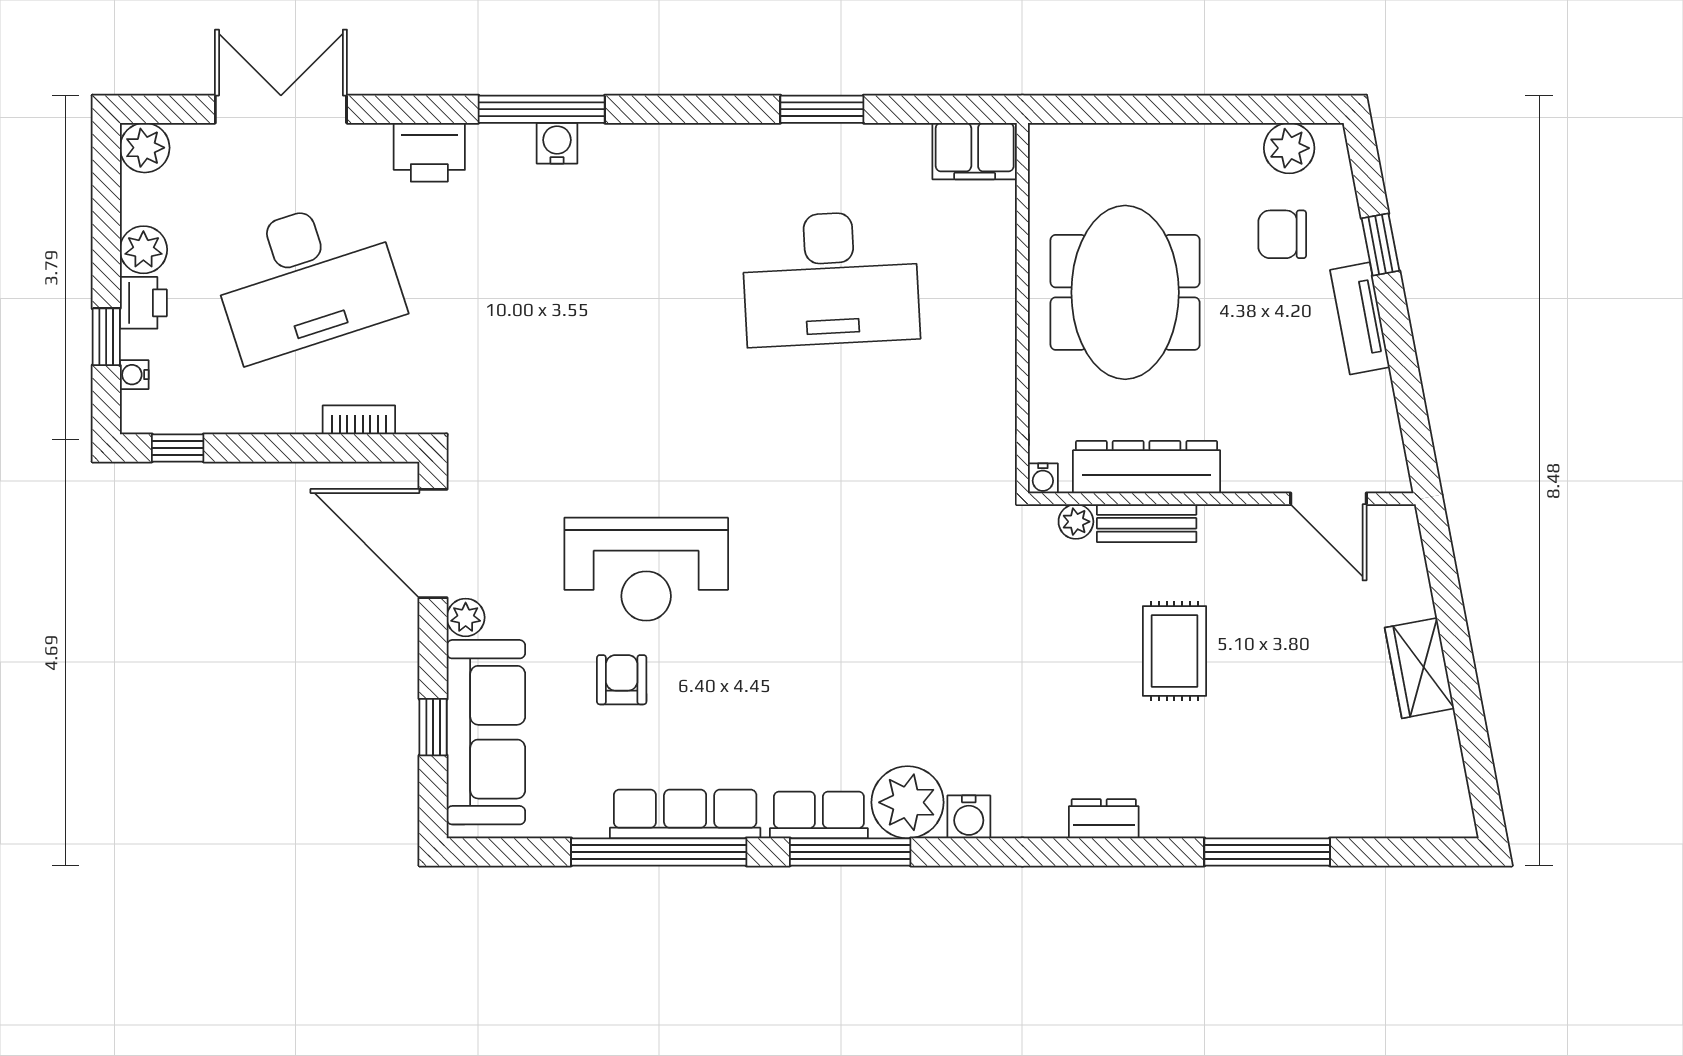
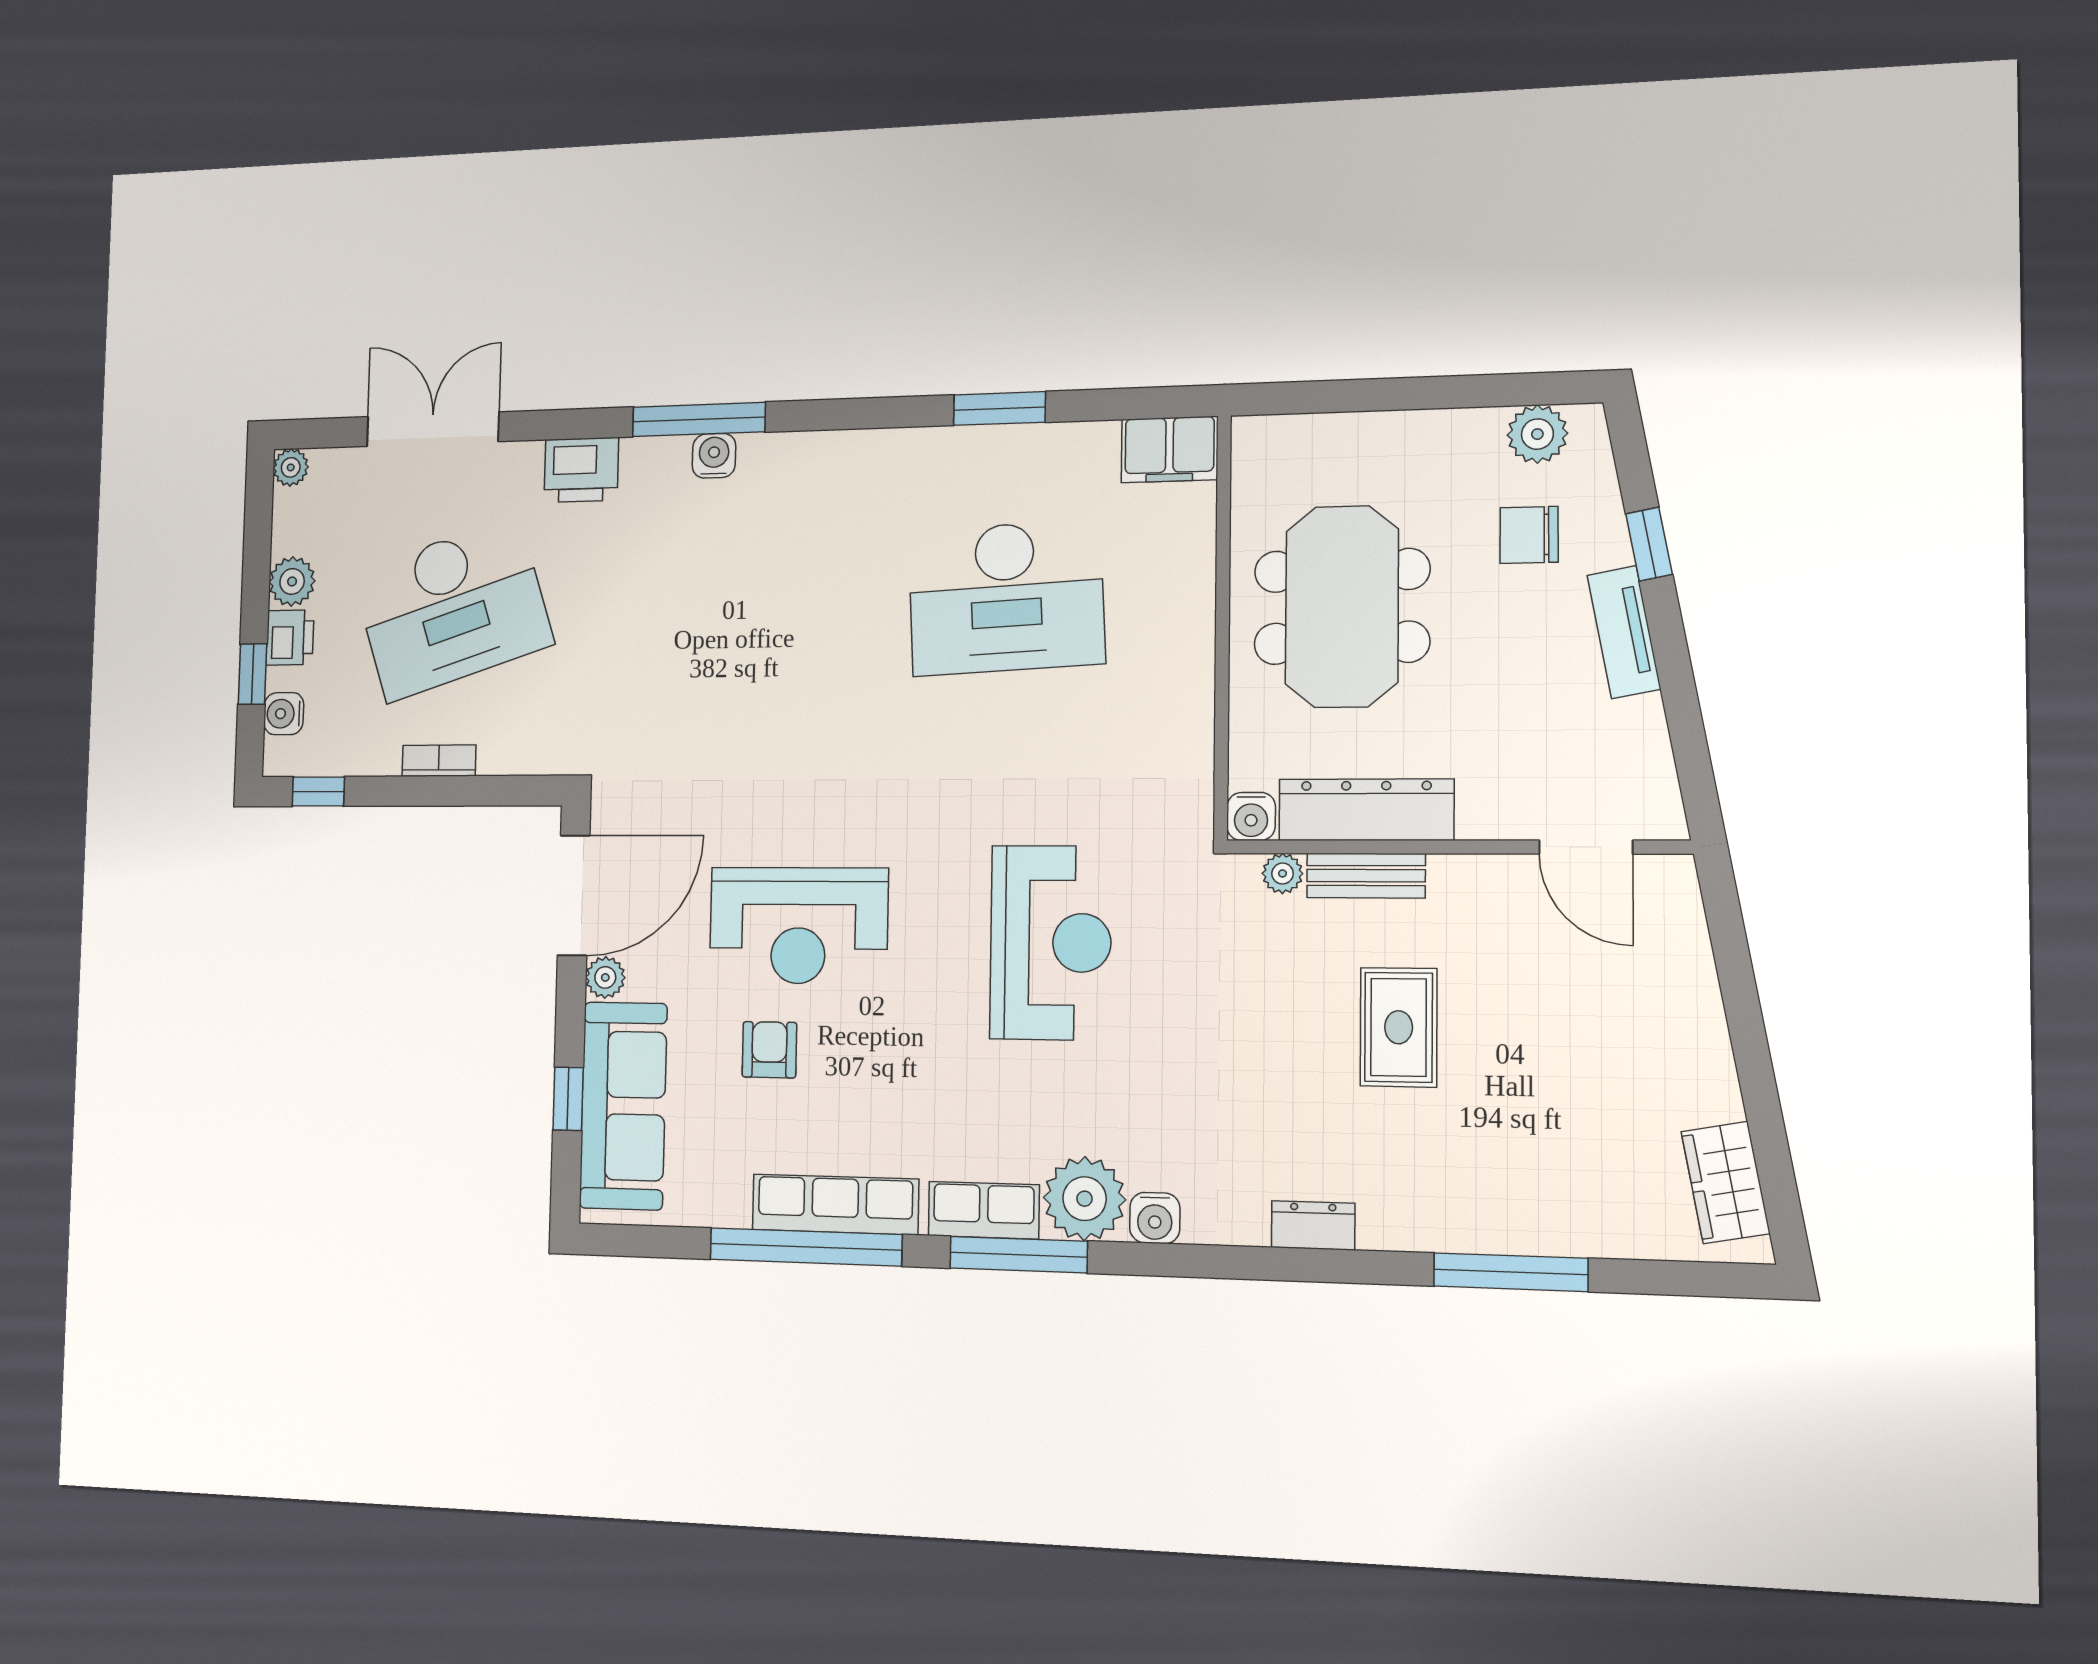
plant: (145, 148) -> (291, 467), width x0.73, depth x0.73
water cooler: (134, 375) -> (284, 714), width x1.38, depth x1.38
bookcase: (359, 420) -> (439, 761), moved
water cooler: (1043, 478) -> (1251, 816), width x1.38, depth x1.38
door: (433, 544) -> (574, 895), swing flipped
reception desk: (875, 582) -> (1051, 943), added
wardrobe: (1419, 668) -> (1726, 1183), moved

